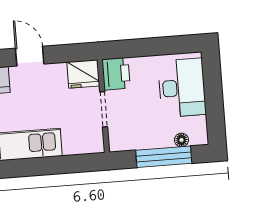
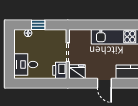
desk: (182, 88) -> (26, 64), width x0.73
window: (164, 157) -> (38, 25), width x0.46

